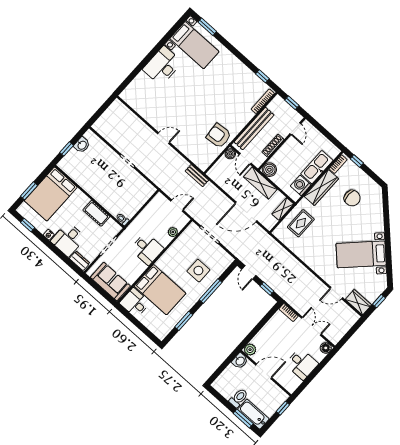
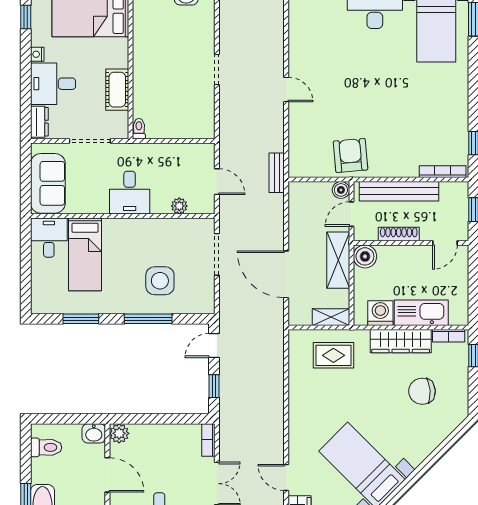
chair: (352, 198) -> (422, 391), turned 86
bed: (160, 290) -> (85, 254), width x0.67
toilet: (239, 398) -> (46, 447), moved

